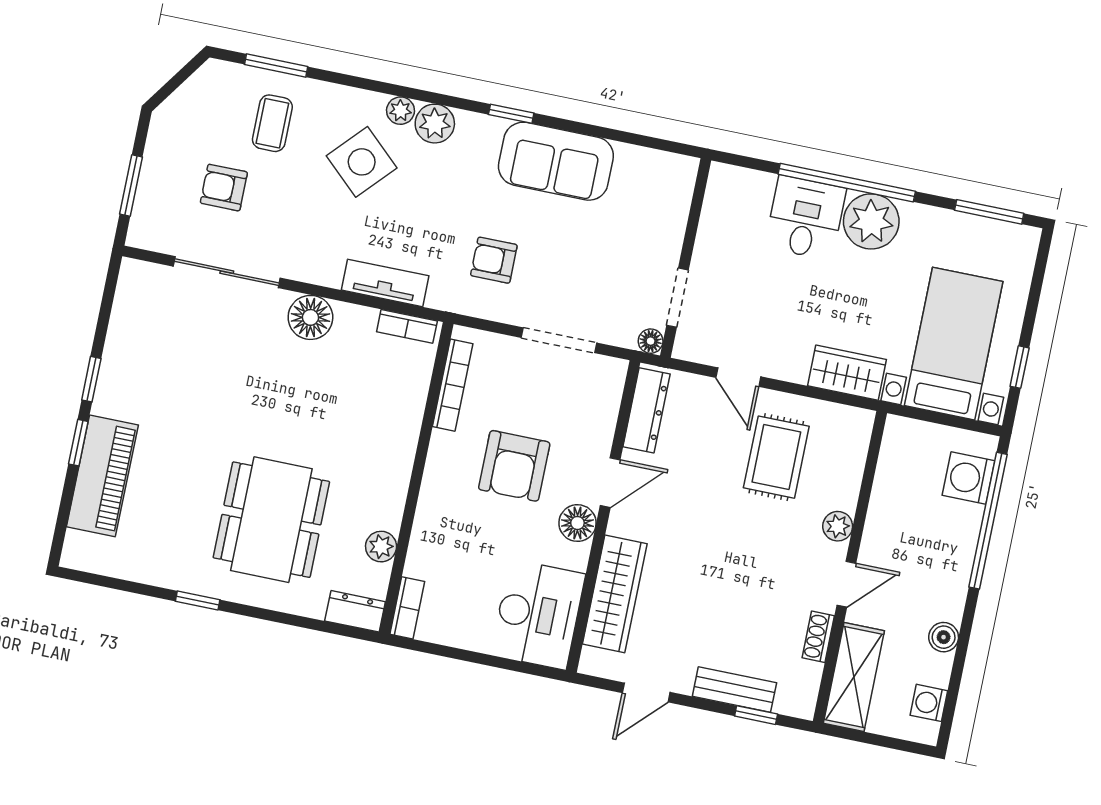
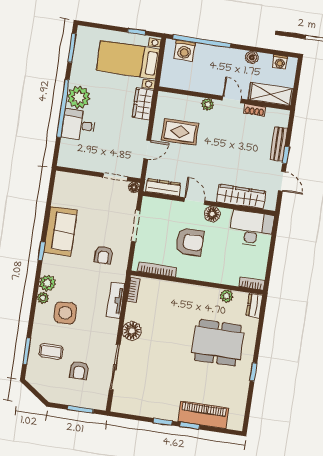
side table: (362, 162) -> (65, 313), turned 45
window: (756, 715) -> (286, 155), moved

